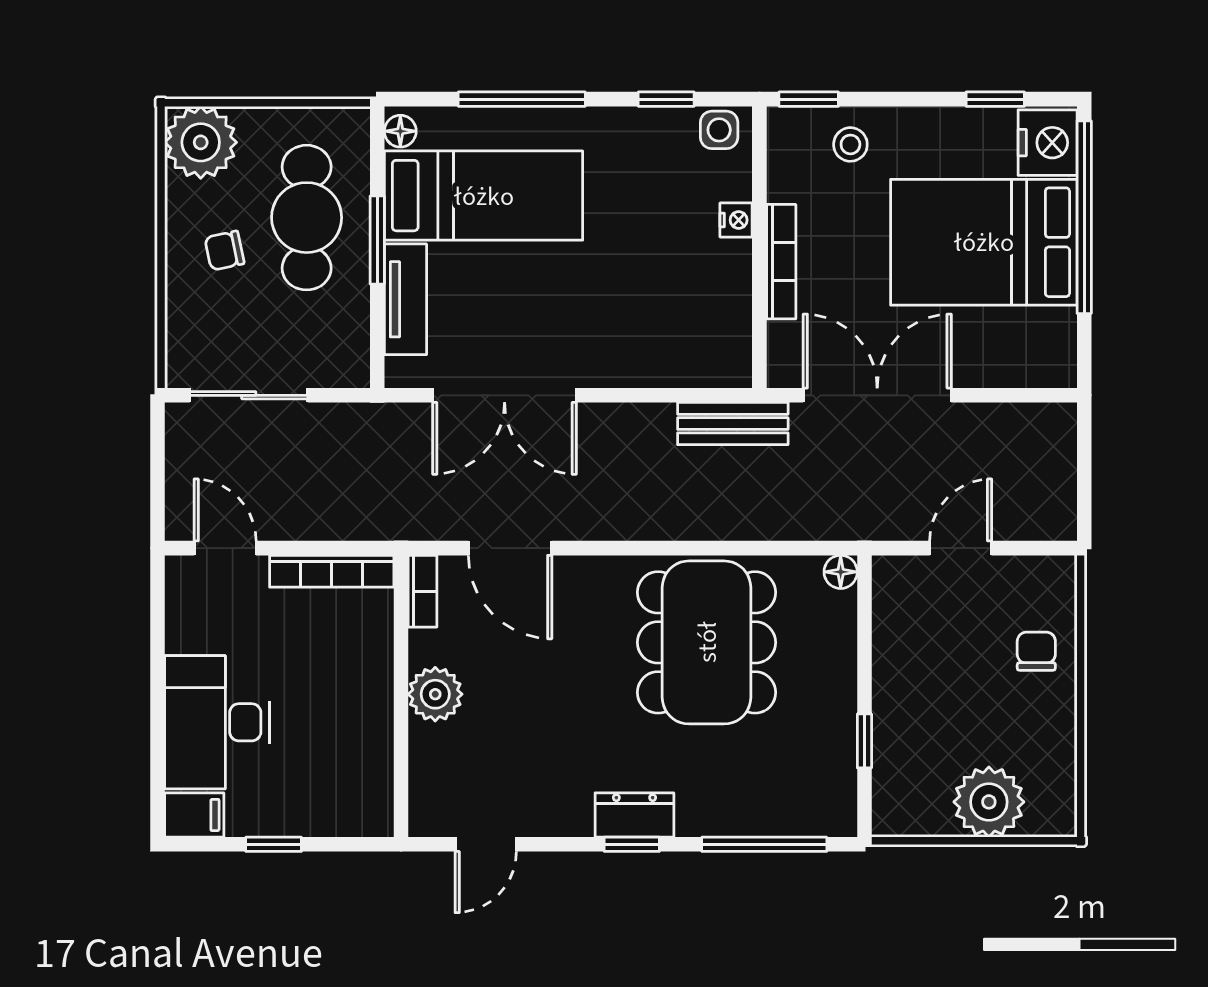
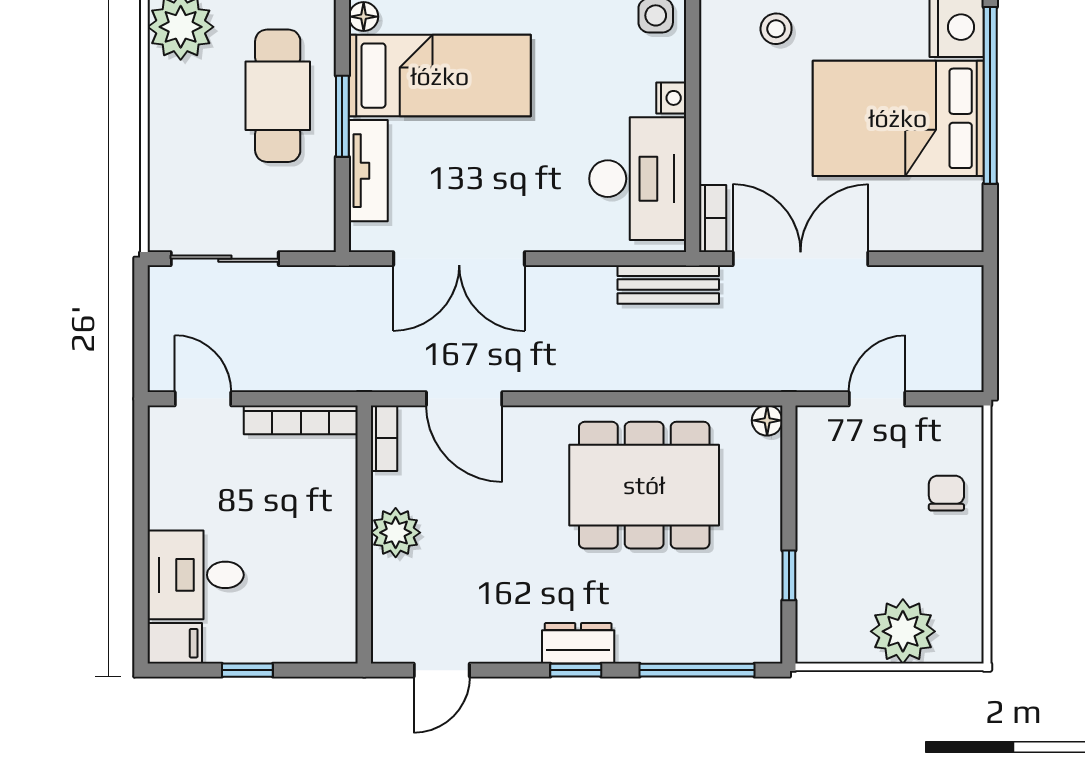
chair: (224, 251) -> (202, 126), removed
bookcase: (781, 262) -> (713, 218), moved, width x0.64
desk: (699, 308) -> (638, 179), added
dining table: (707, 642) -> (644, 485), turned 90
desk: (217, 722) -> (196, 575), width x0.73

